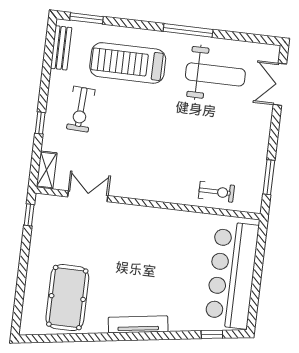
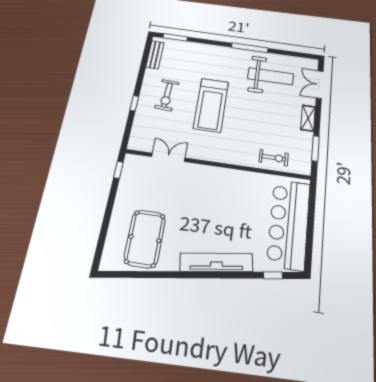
treadmill: (128, 63) -> (211, 105), moved, turned -90
shelving: (47, 170) -> (308, 118), moved
tv unit: (138, 324) -> (216, 262), width x1.36, depth x1.29

